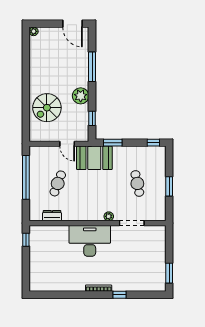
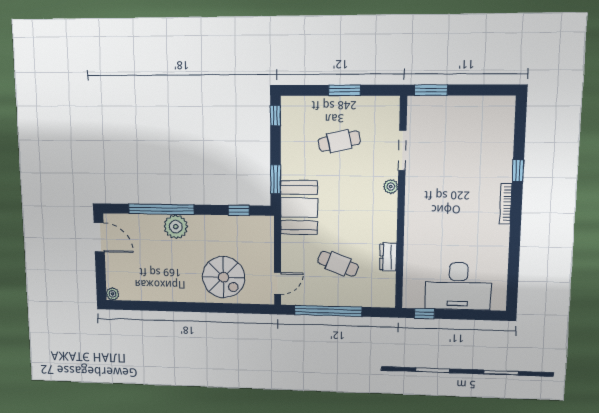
door: (72, 24) -> (99, 237), hinge flipped
window: (92, 67) -> (161, 209), width x1.46
plant: (81, 96) -> (176, 227), moved
door: (67, 144) -> (278, 283), moved
dresser: (52, 216) -> (388, 257), moved
desk: (90, 241) -> (458, 286), moved, turned -90
window: (169, 273) -> (431, 90), moved

